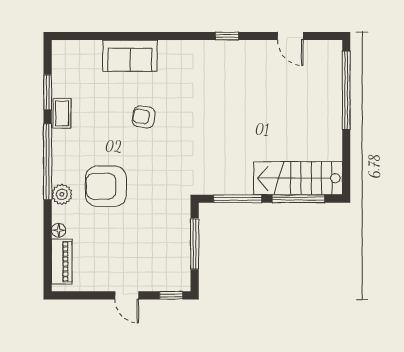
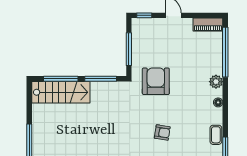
window: (48, 162) -> (225, 52), moved
armchair: (106, 186) -> (156, 81), moved, turned -90
floor lamp: (59, 230) -> (218, 102), moved
piano: (62, 262) -> (208, 25), moved, turned -90

